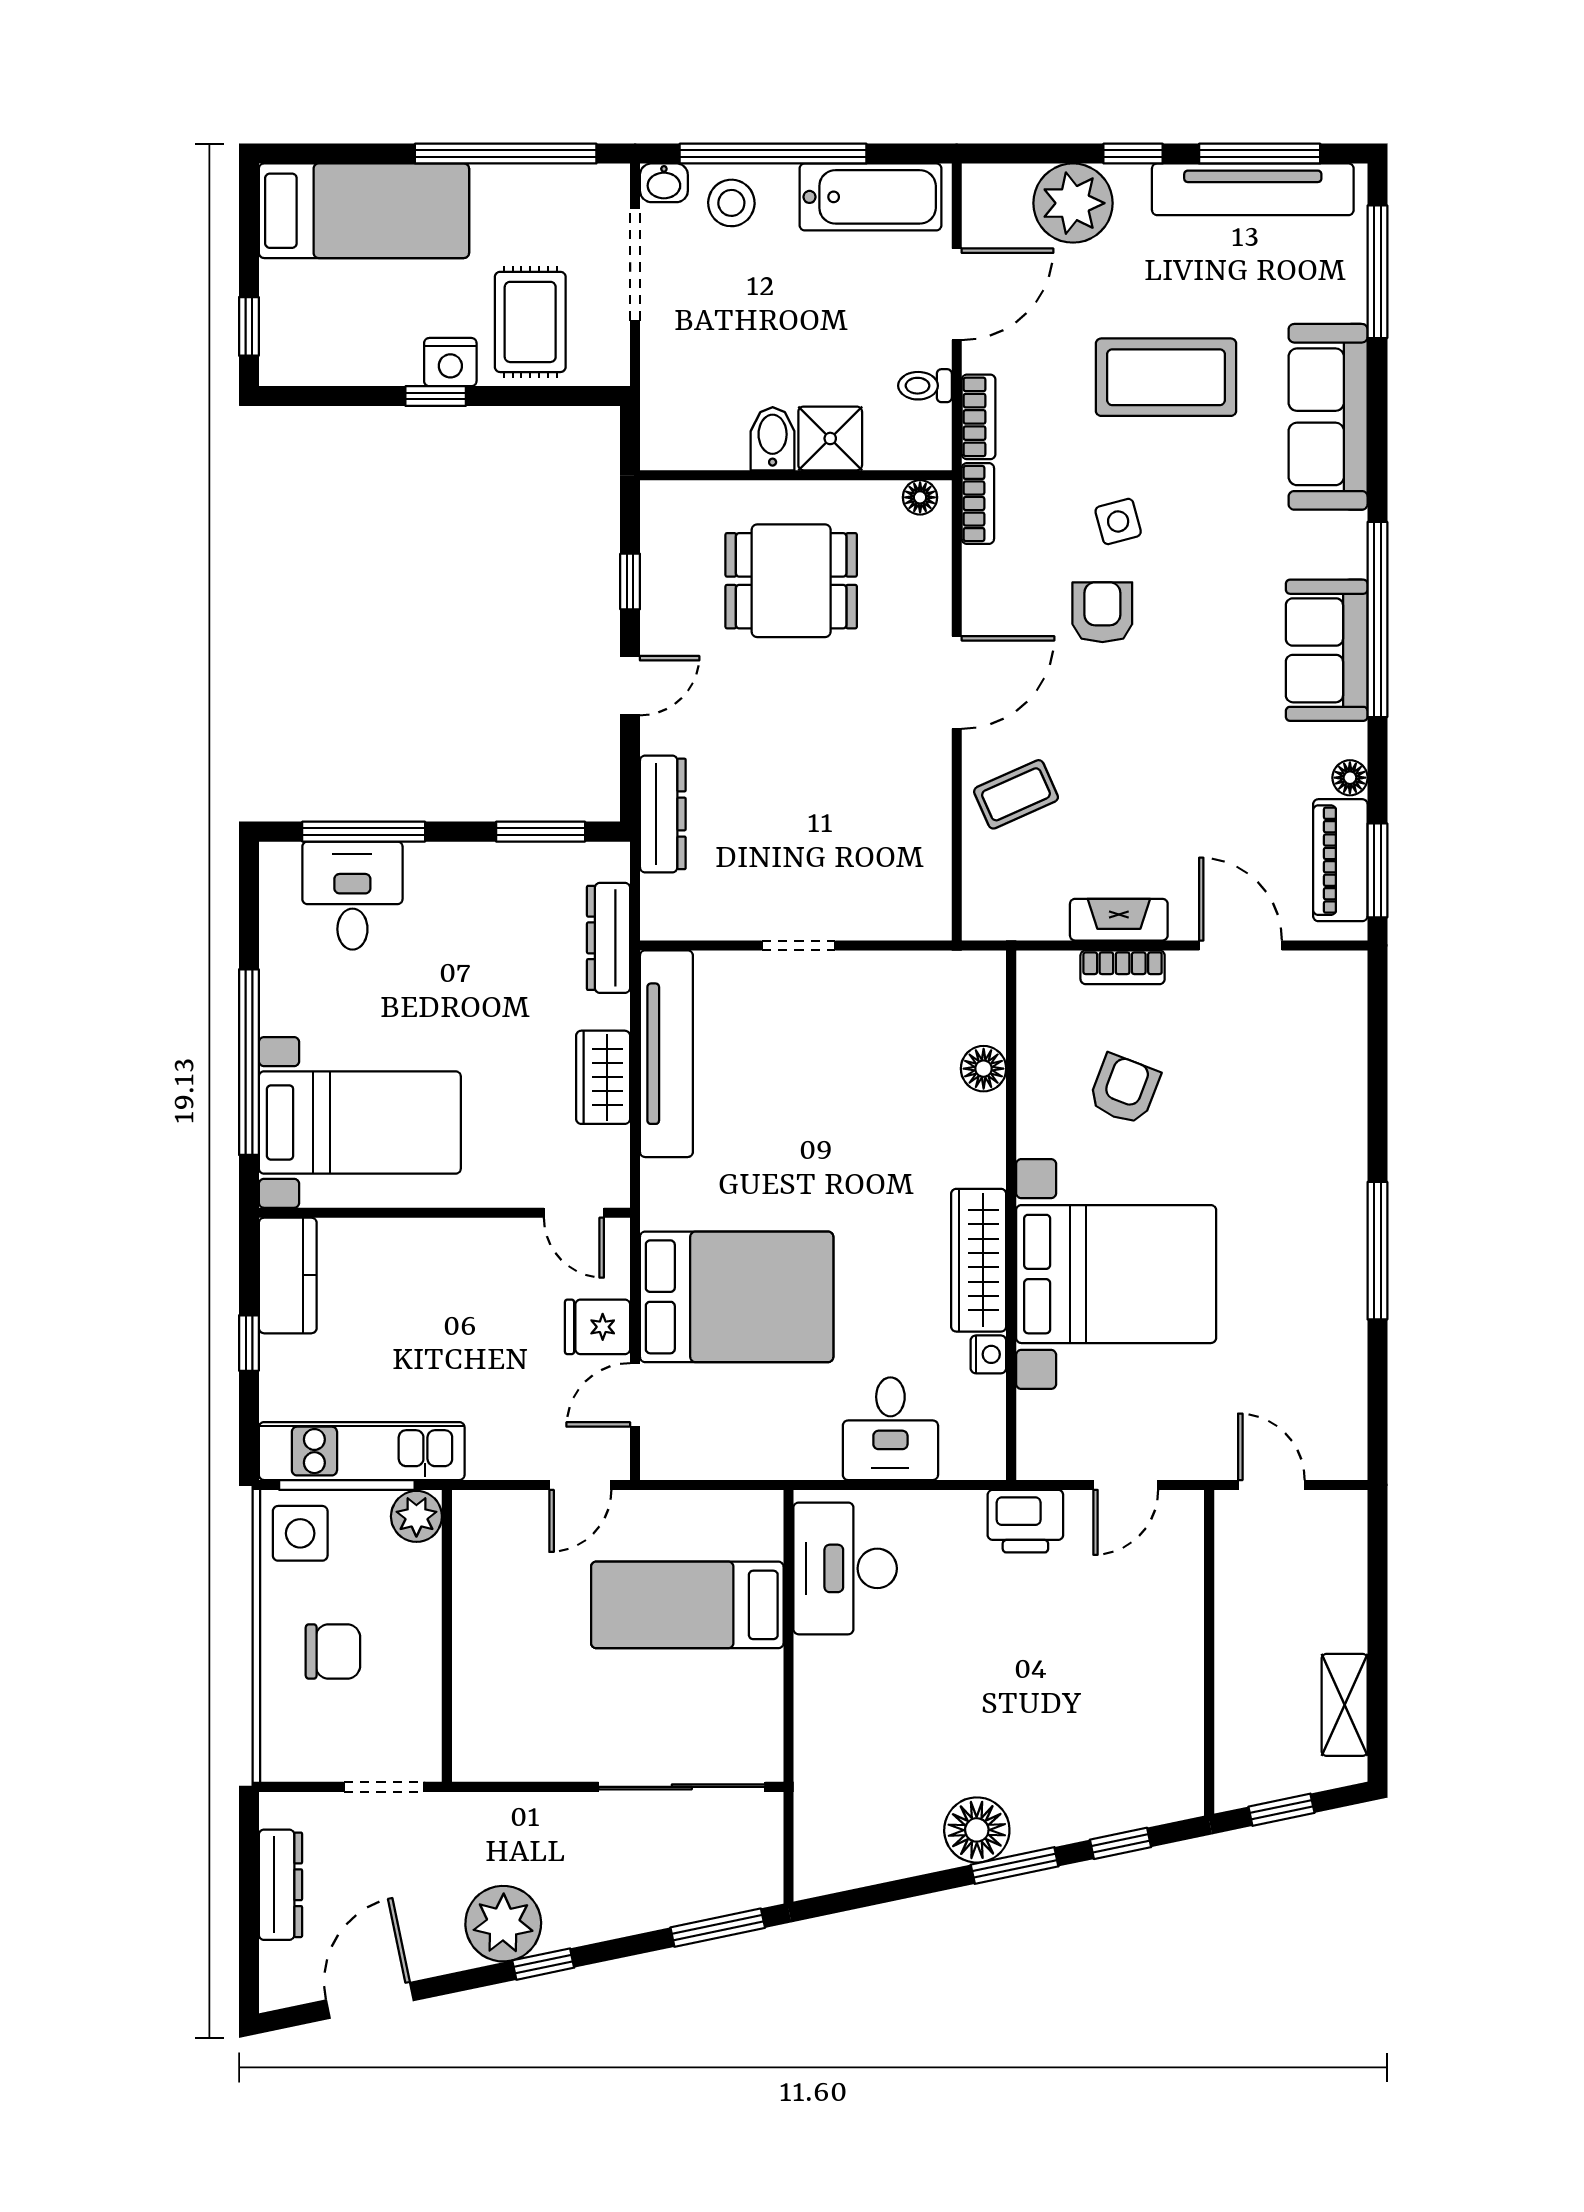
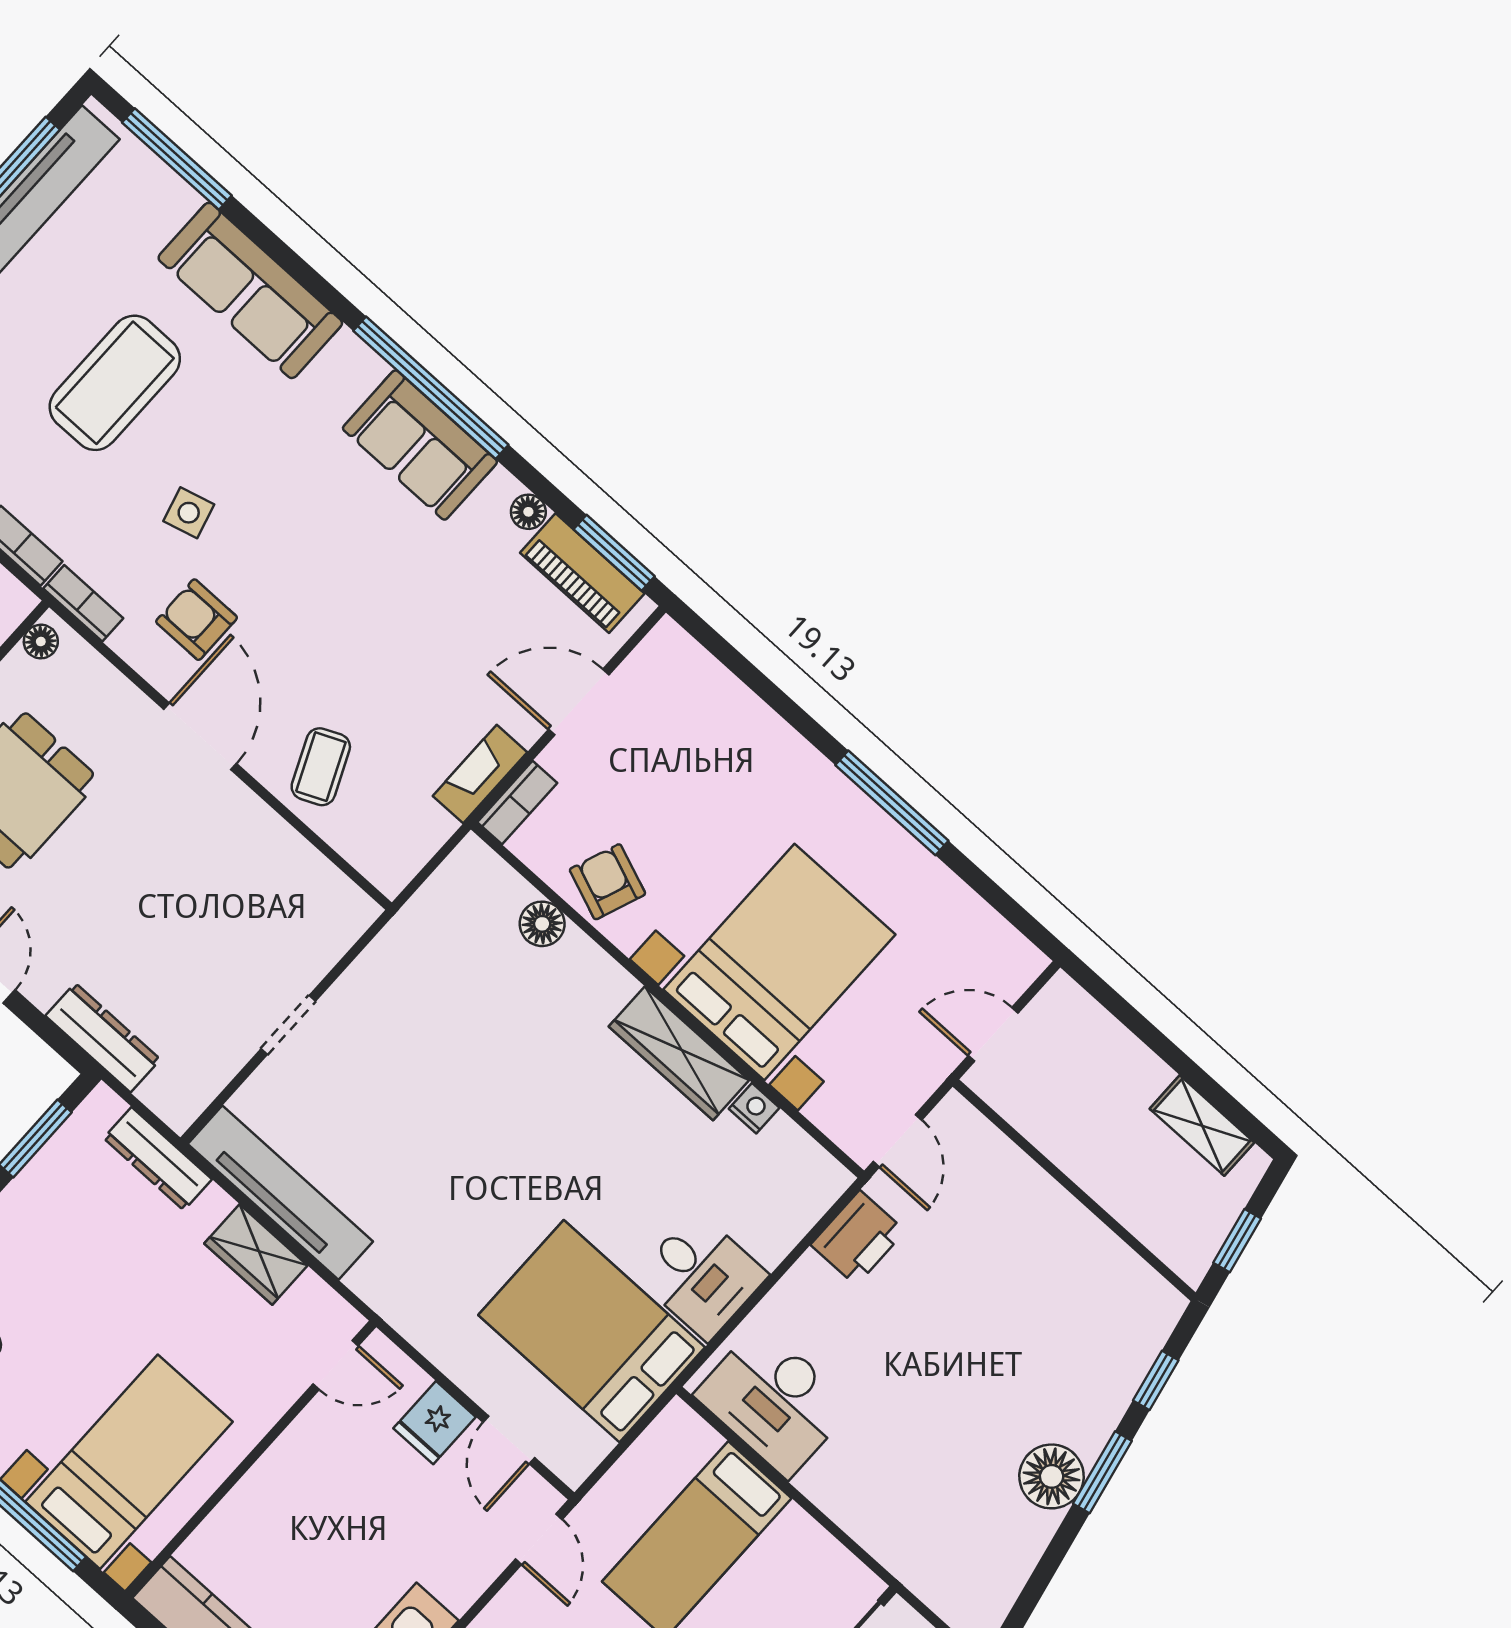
armchair: (1102, 612) -> (197, 620), moved
floor lamp: (984, 1069) -> (542, 924), moved
wall: (1011, 1215) -> (667, 1000), moved
wardrobe: (979, 1260) -> (679, 1053), moved
bed with nightstands: (1116, 1274) -> (779, 962), moved
bed: (737, 1297) -> (592, 1331), moved, turned -90
nightstand: (988, 1354) -> (754, 1108), moved

